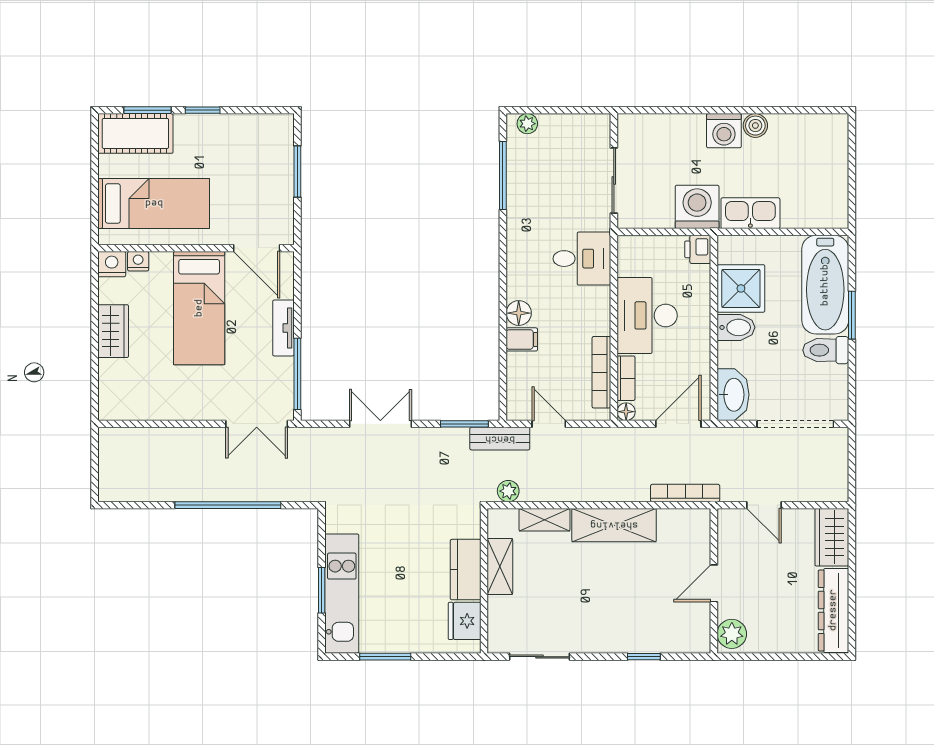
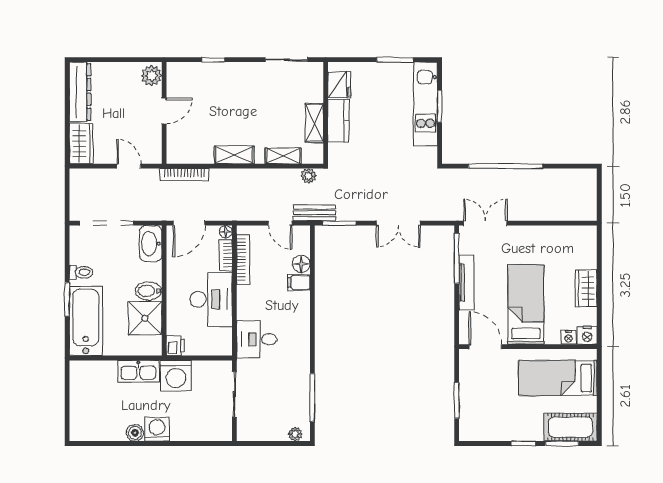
floor lamp: (519, 313) -> (301, 264), moved
tv unit: (283, 328) -> (467, 282), width x1.41
toilet: (826, 350) -> (81, 272), width x0.73, depth x0.72
shelving: (614, 525) -> (234, 155), width x0.67, depth x0.75

